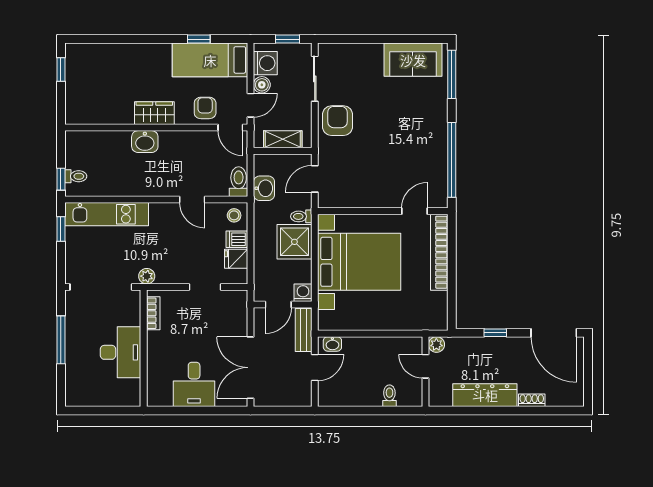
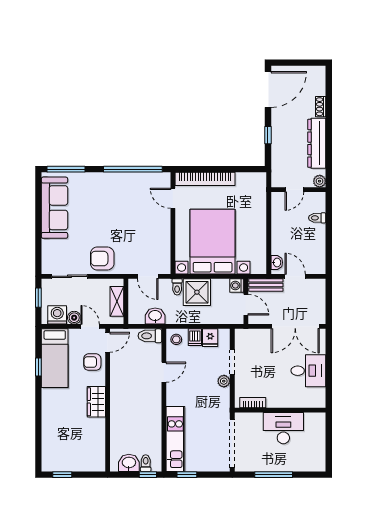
sofa: (413, 60) -> (54, 208), width x1.36
washbasin: (145, 142) -> (129, 463), moved, turned -90
plant: (147, 276) -> (224, 381), moved
plant: (436, 345) -> (320, 181), moved

